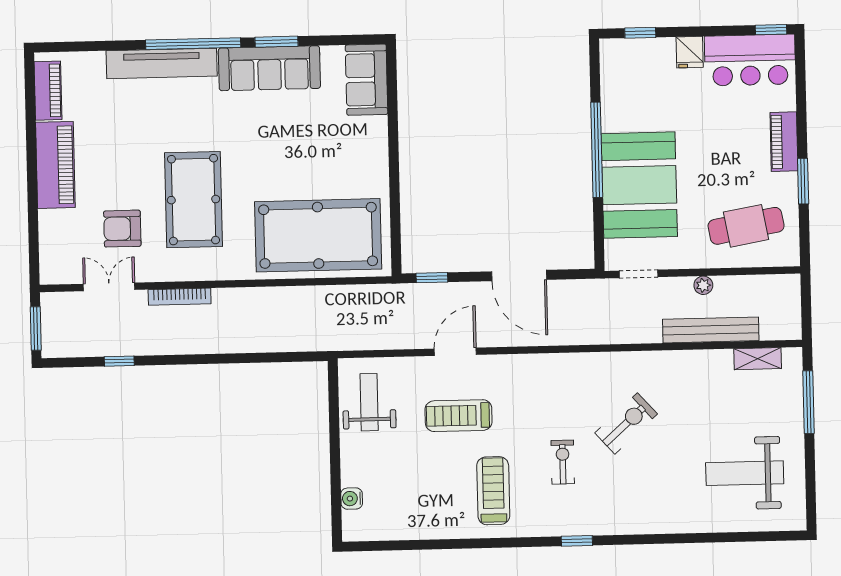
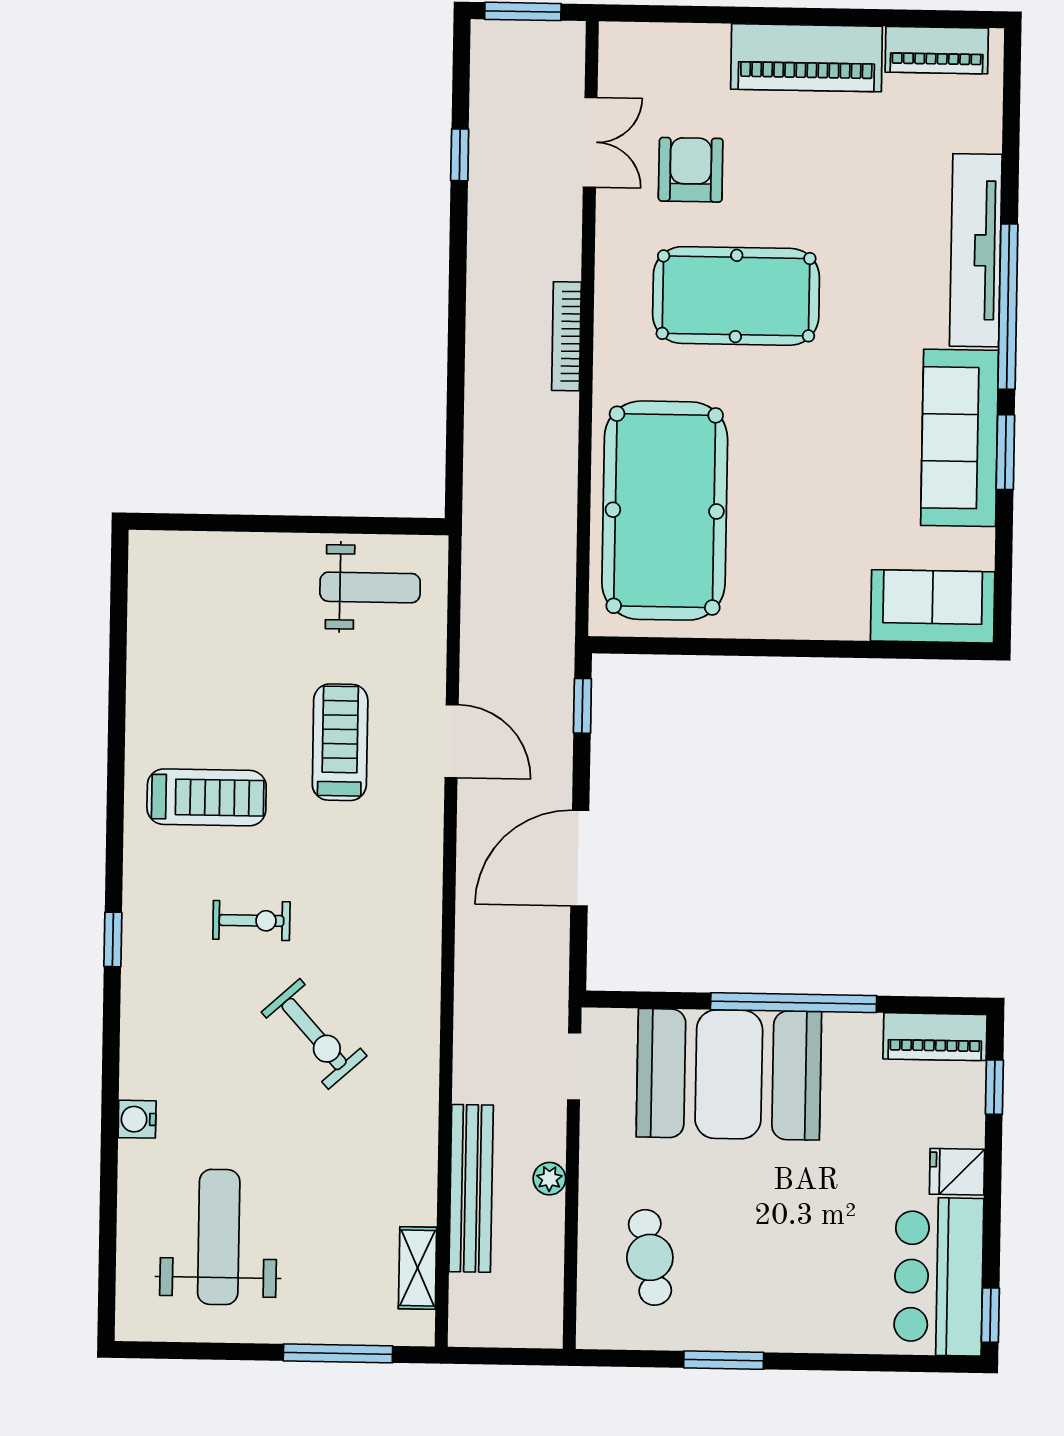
piano: (784, 142) -> (935, 1037), moved, turned 180
cafe table: (746, 226) -> (650, 1257), width x0.73, depth x0.74
bookcase: (180, 297) -> (566, 336), moved
water cooler: (352, 499) -> (137, 1119), moved, turned -90

